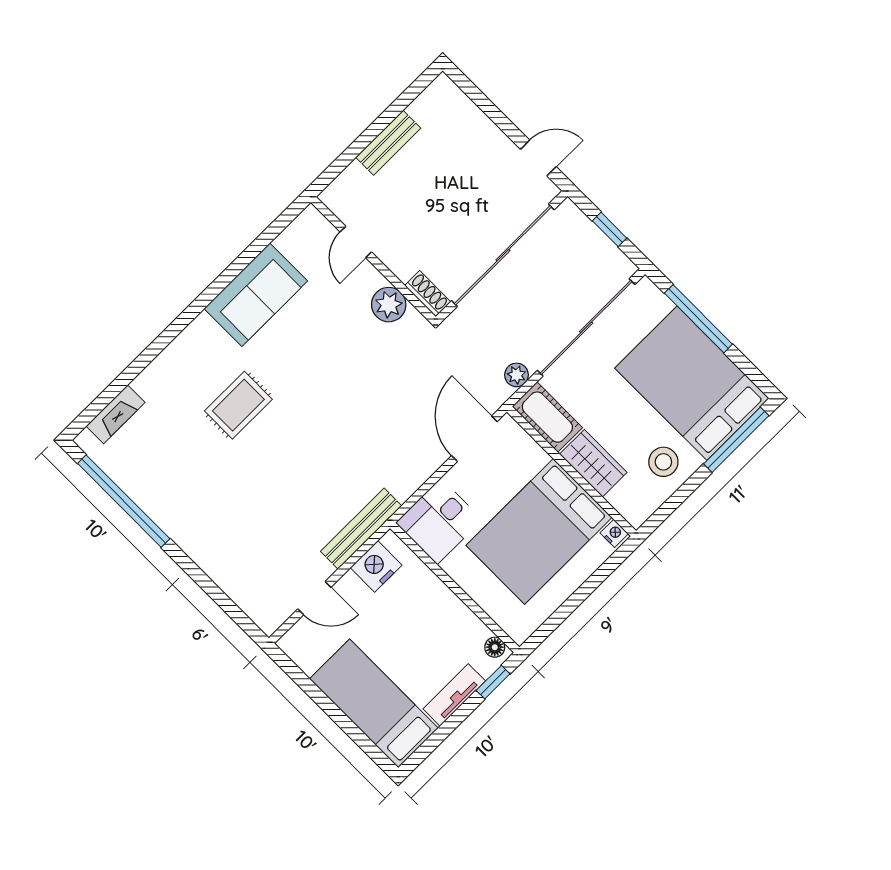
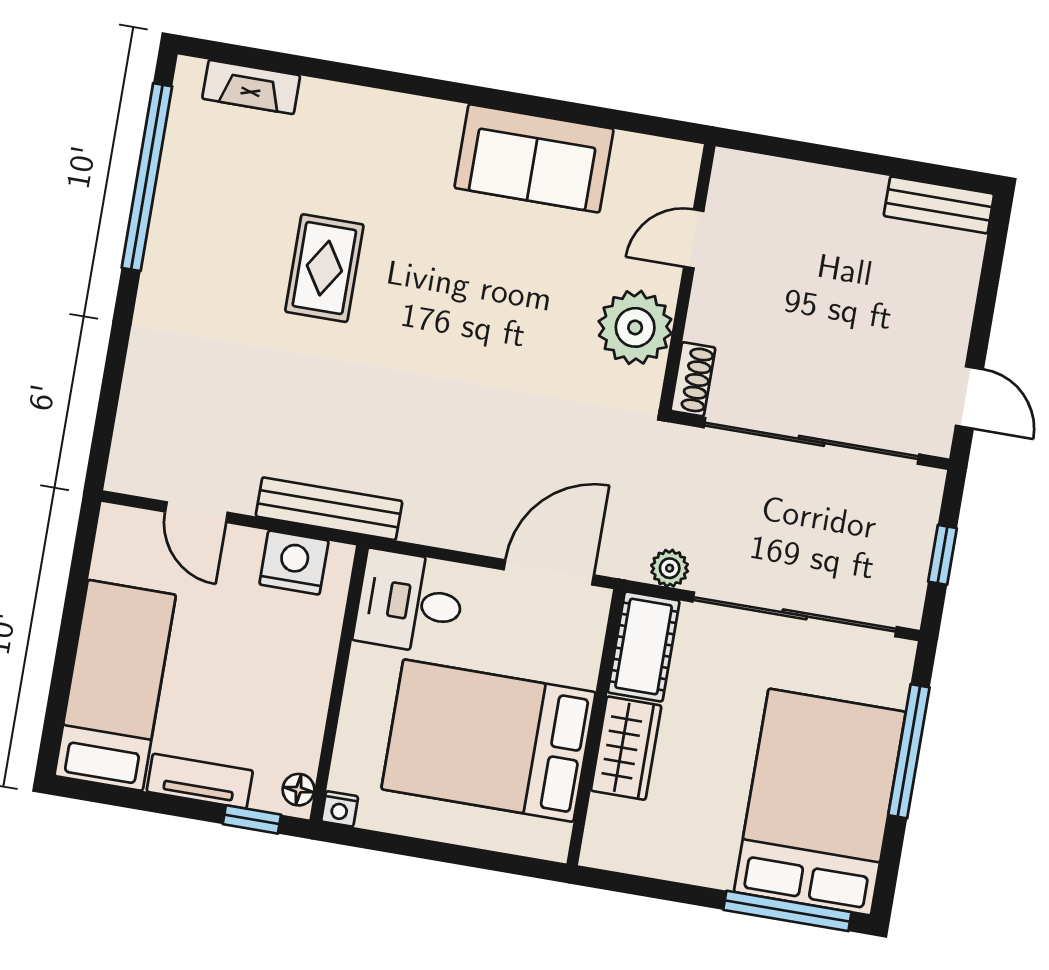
bench: (388, 143) -> (939, 205), moved
plant: (389, 305) -> (635, 327), width x1.36, depth x1.36
rug: (238, 405) -> (324, 268), moved, turned 90
stool: (663, 462) -> (692, 837), removed
nightstand: (614, 533) -> (340, 809), moved, turned 90

